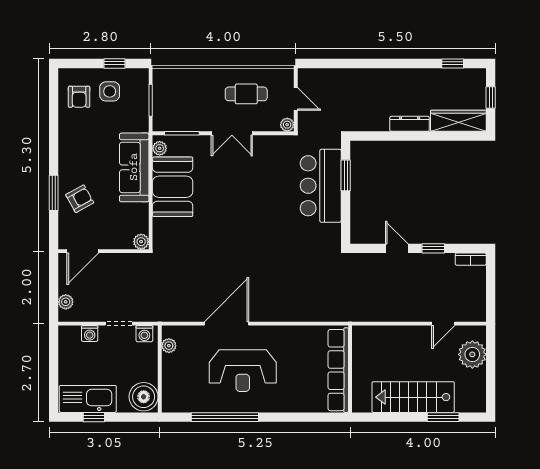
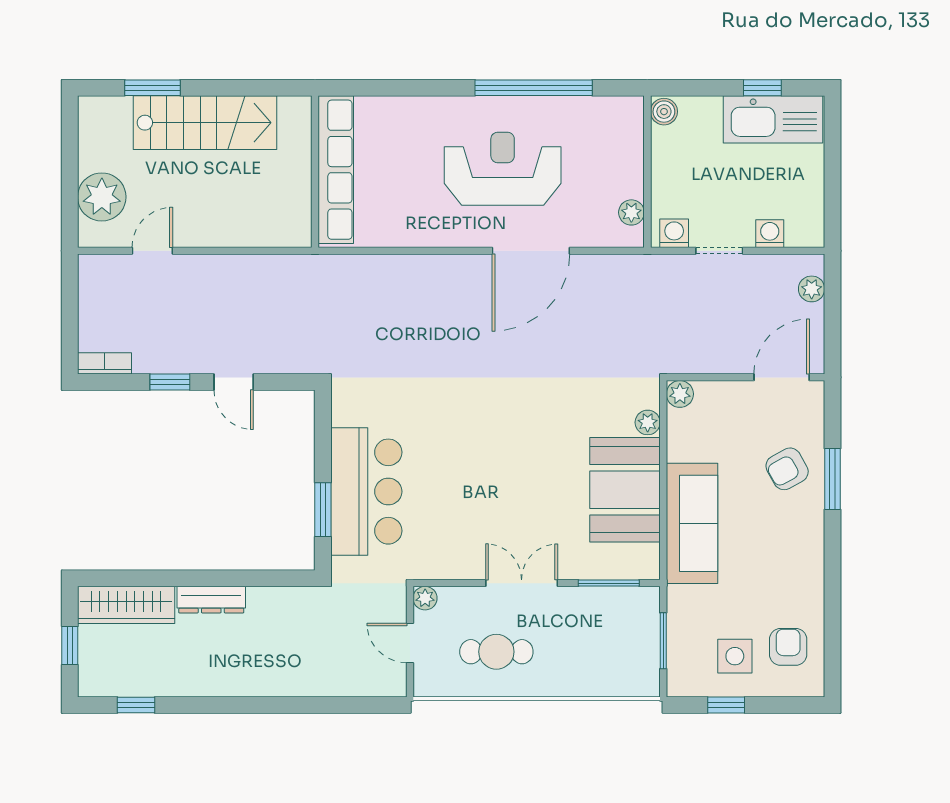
plant: (160, 148) -> (648, 422), moved
boiler: (144, 397) -> (664, 112), width x0.54, depth x0.54

